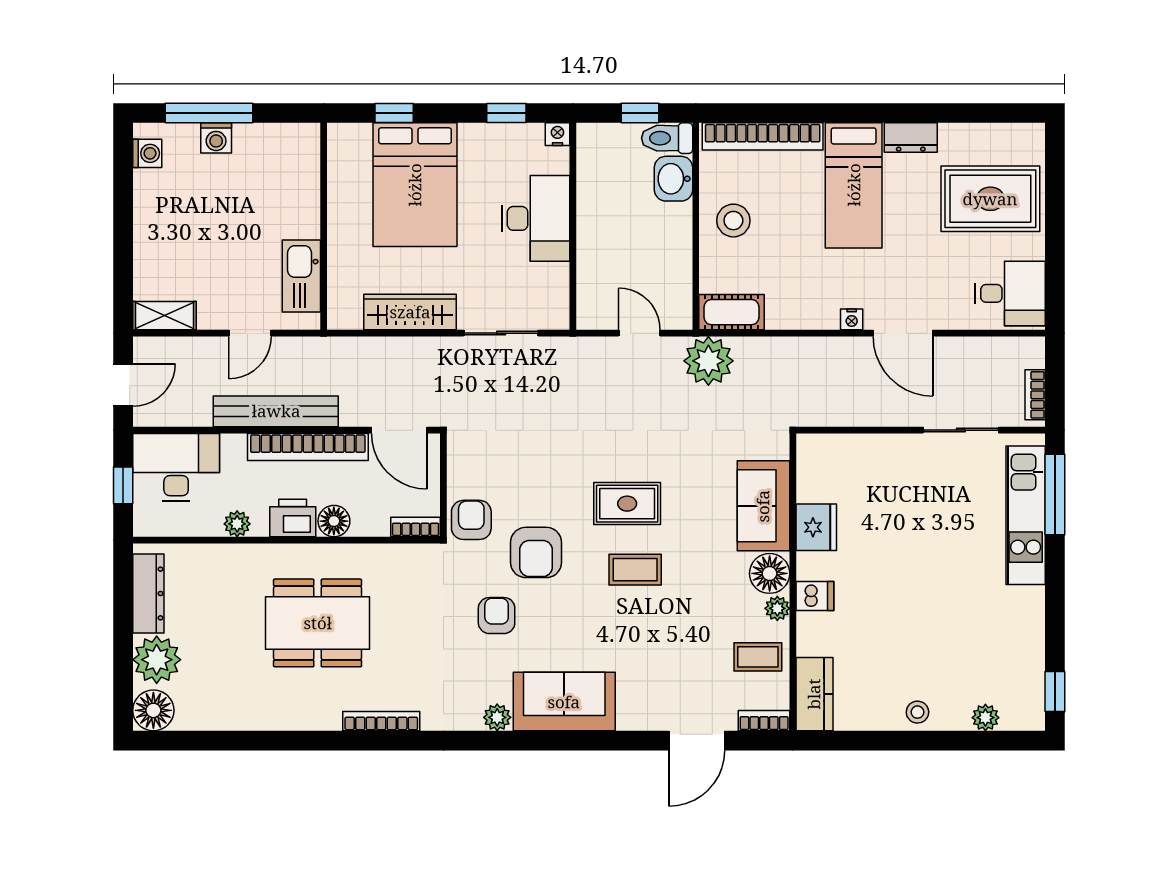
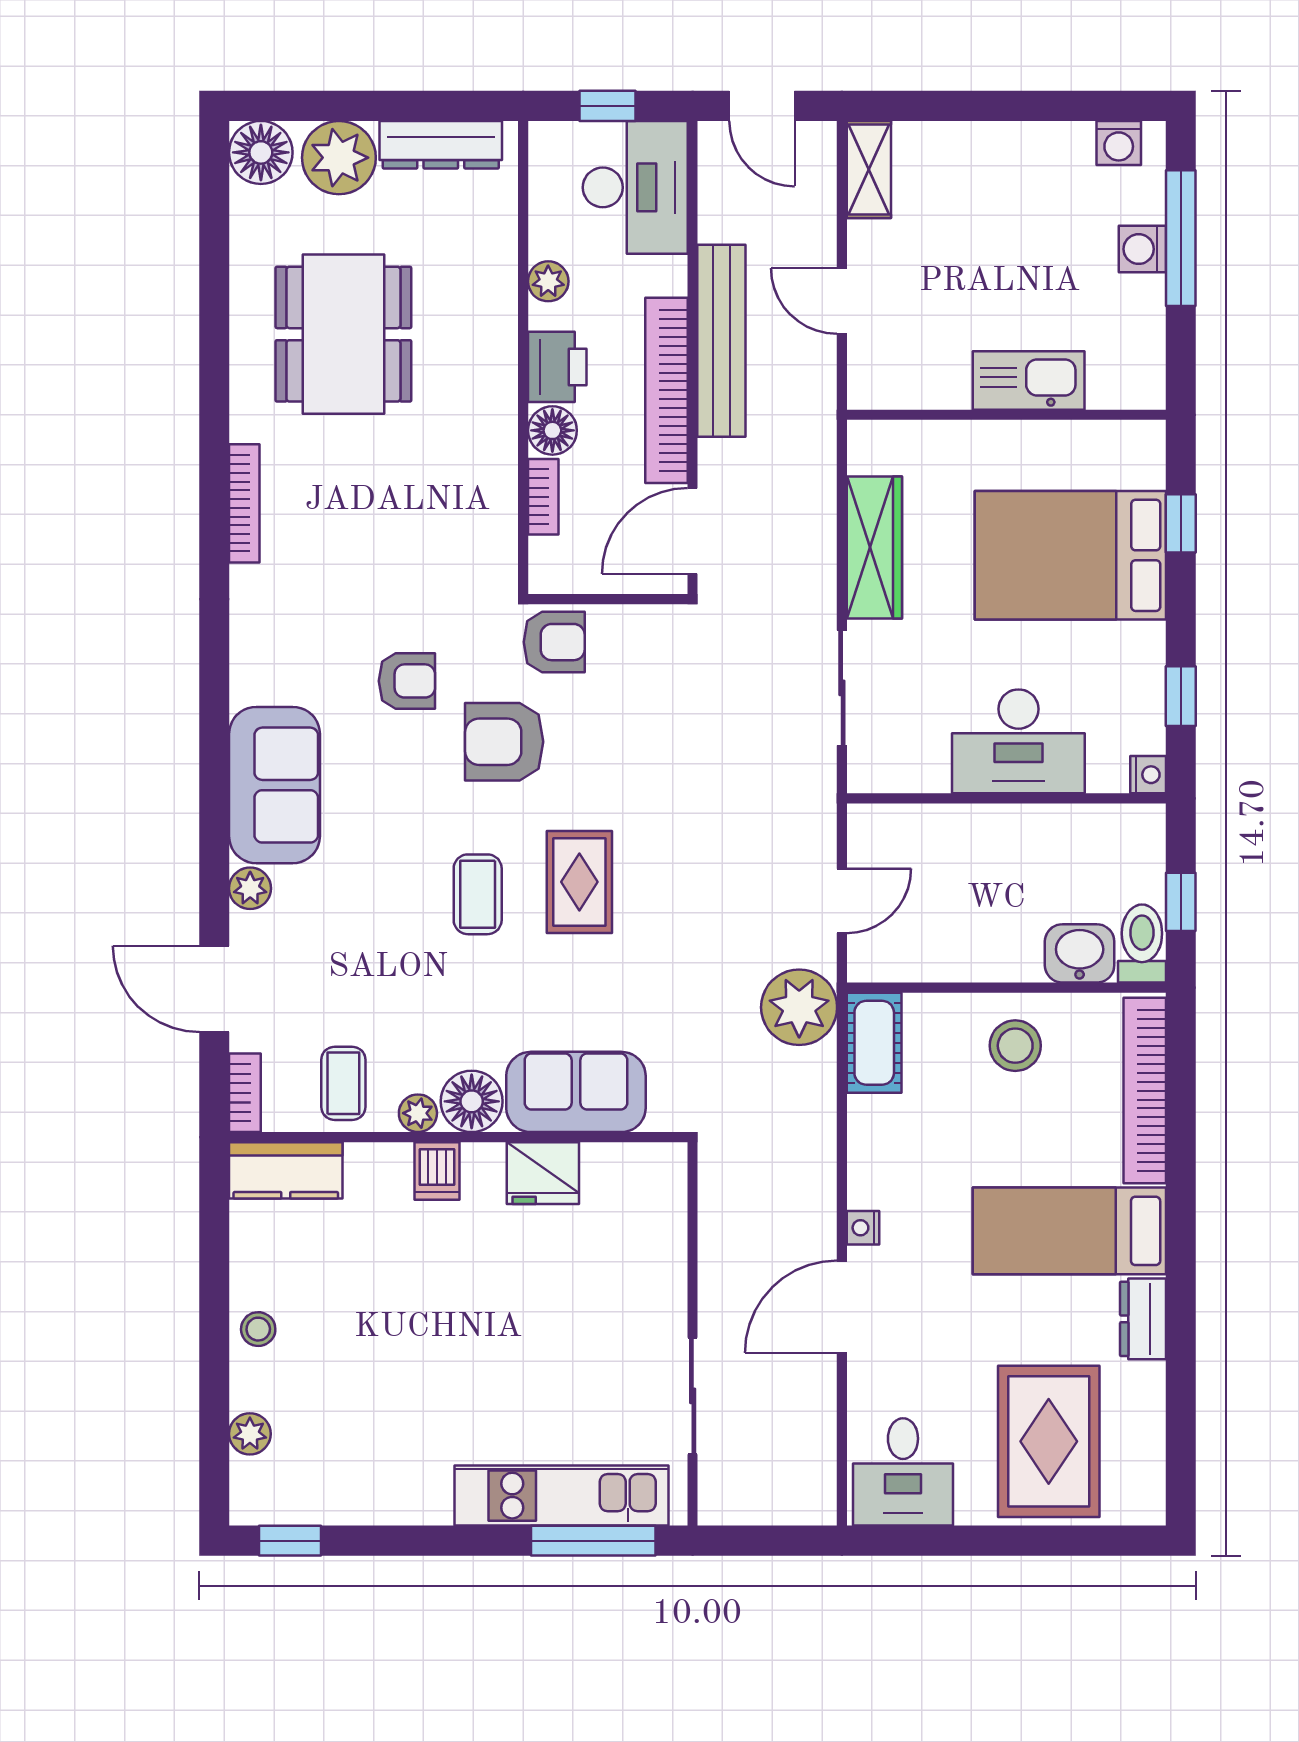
kitchen sink: (301, 276) -> (1029, 380), moved
bookcase: (1035, 395) -> (747, 1510), removed
bookcase: (416, 527) -> (543, 497), moved
dining table: (318, 623) -> (343, 334), moved
plant: (497, 717) -> (250, 888), moved

